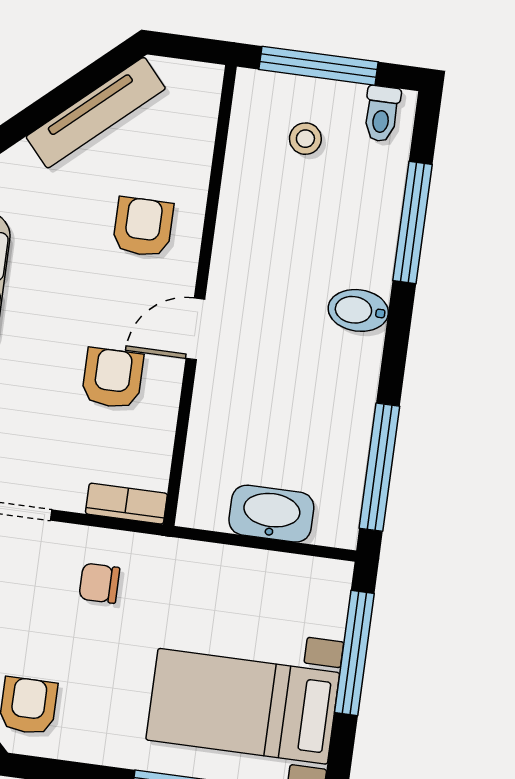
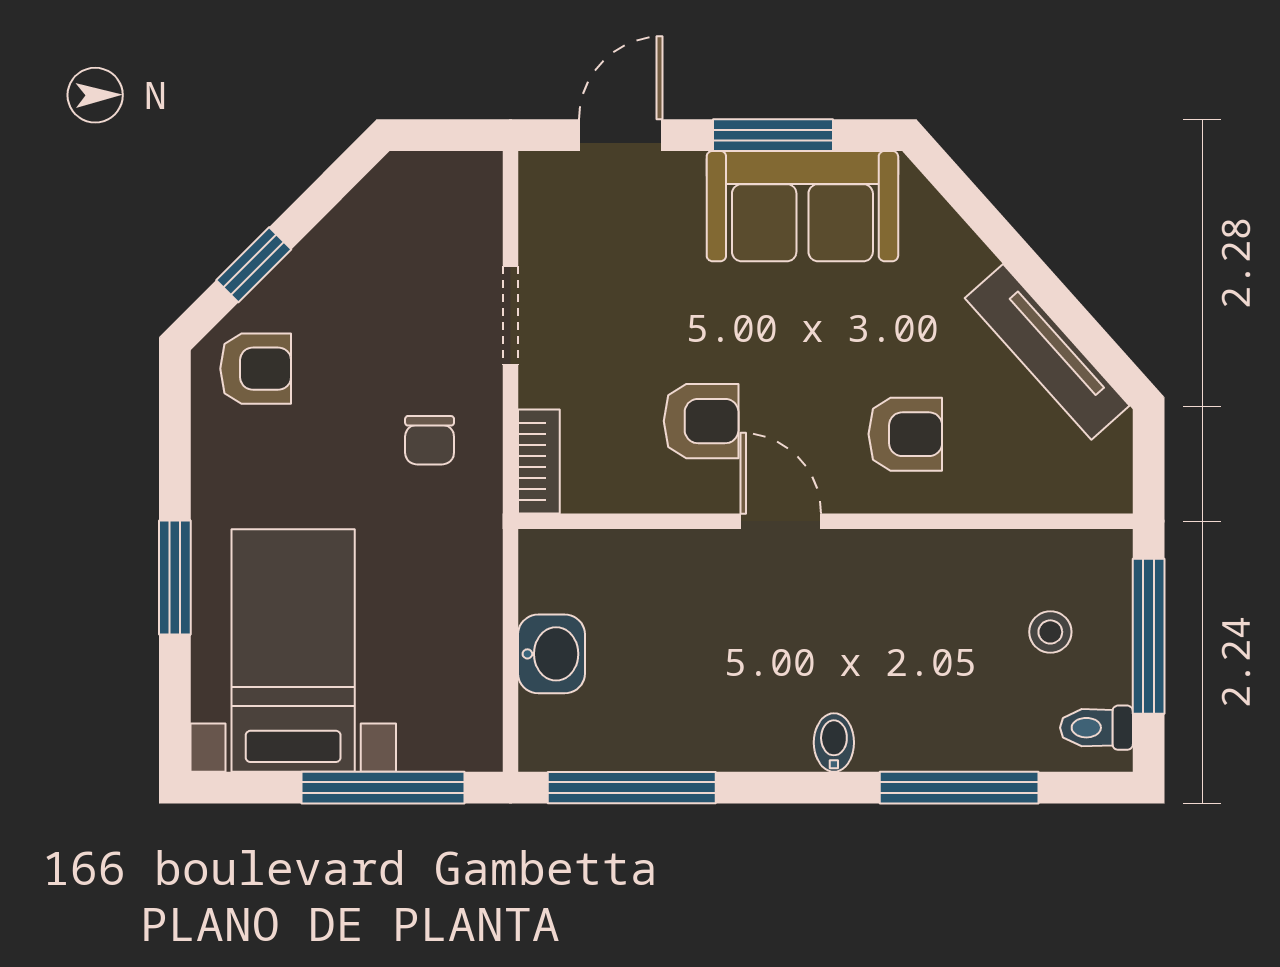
bidet: (358, 310) -> (834, 743), width x0.72, depth x0.74
washbasin: (271, 514) -> (551, 654), width x0.72
chair: (99, 583) -> (430, 440), turned 180

